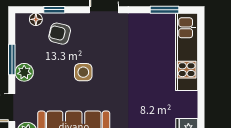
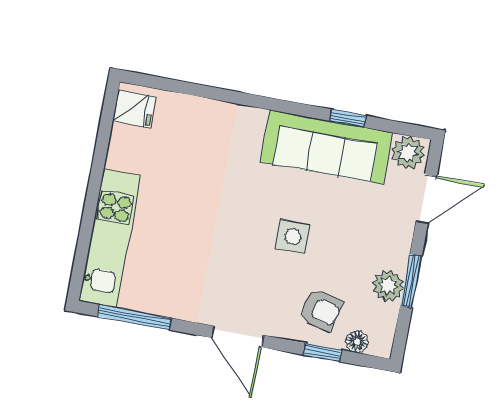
window: (165, 10) -> (134, 317), width x1.44
plant: (24, 72) -> (388, 286), moved

